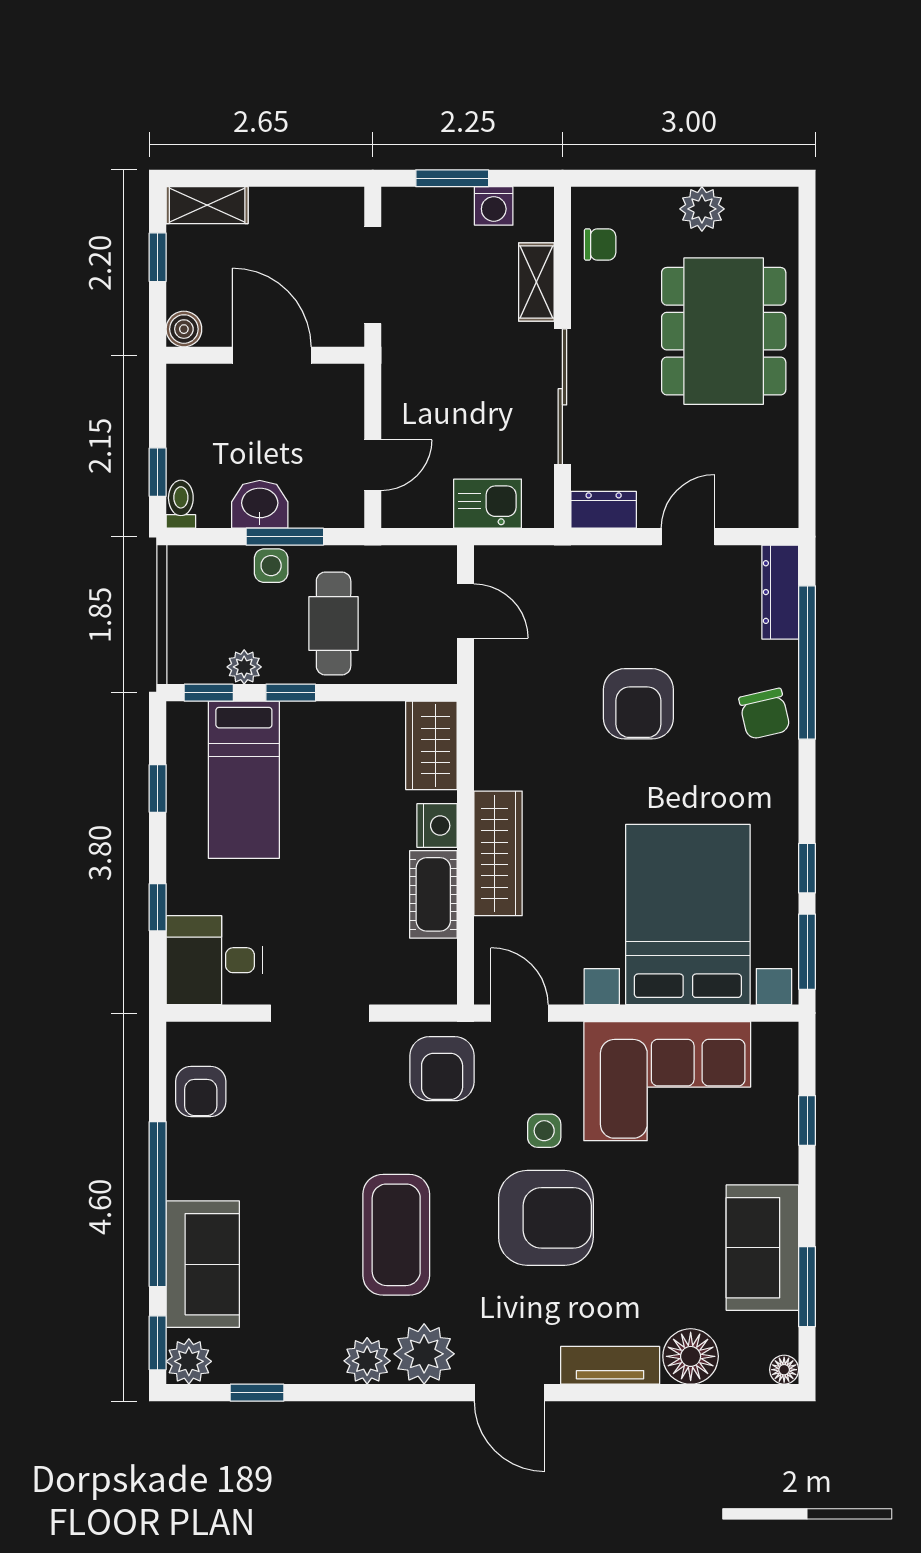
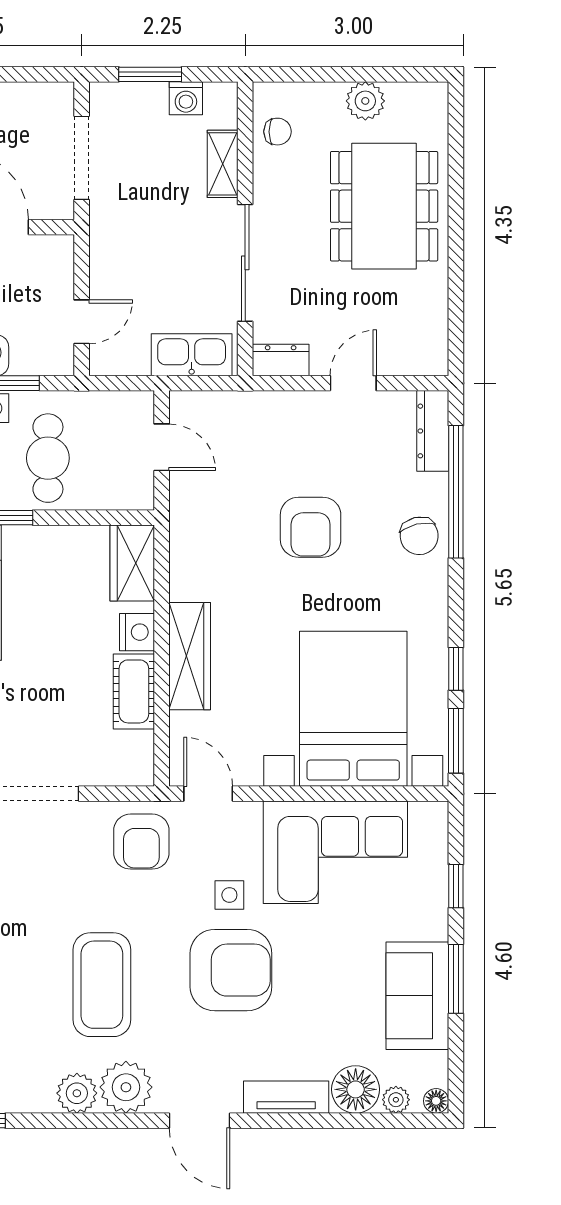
kitchen sink: (488, 504) -> (192, 355), width x1.38
window: (807, 1287) -> (456, 979), moved
plant: (737, 1368) -> (396, 1100), added

